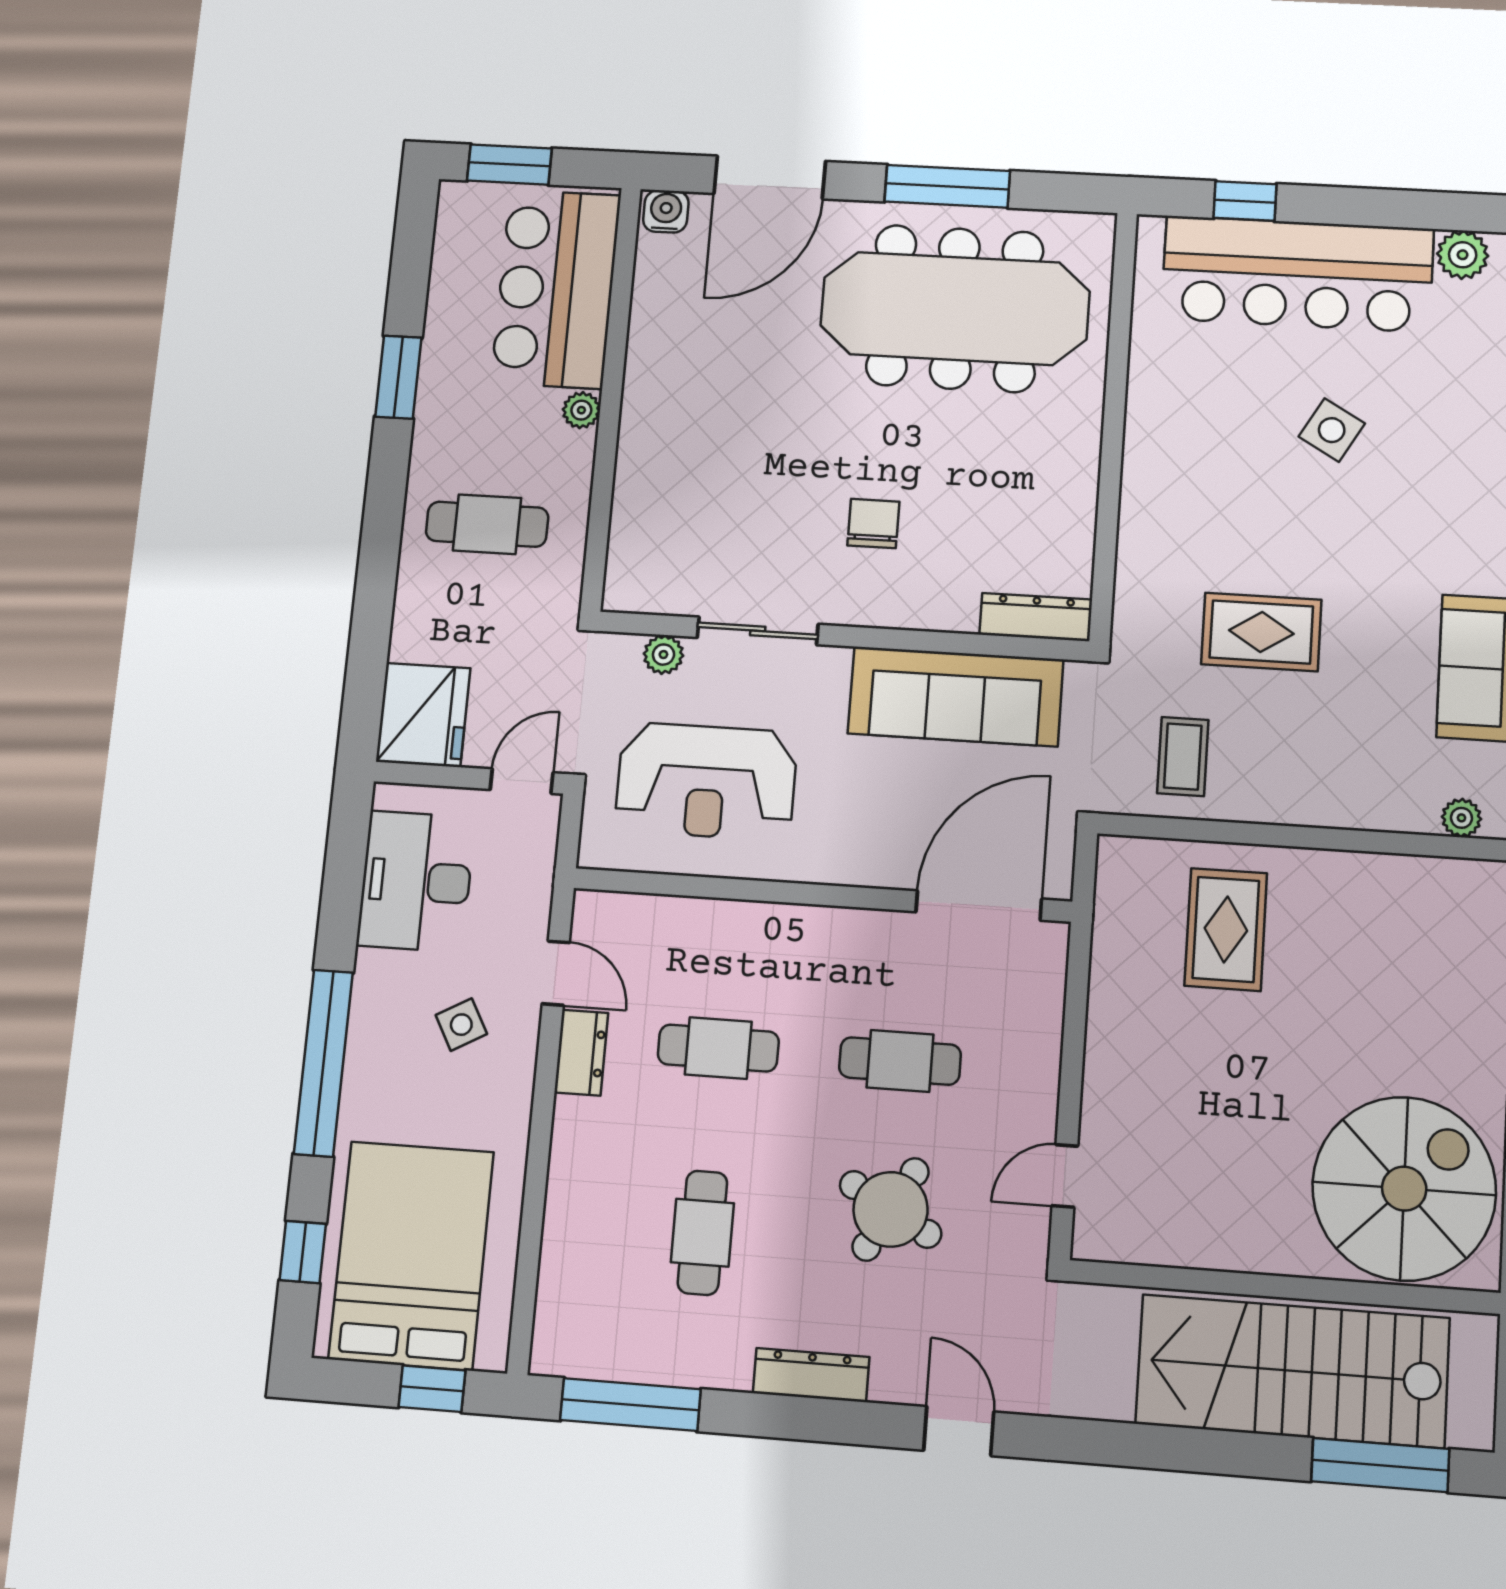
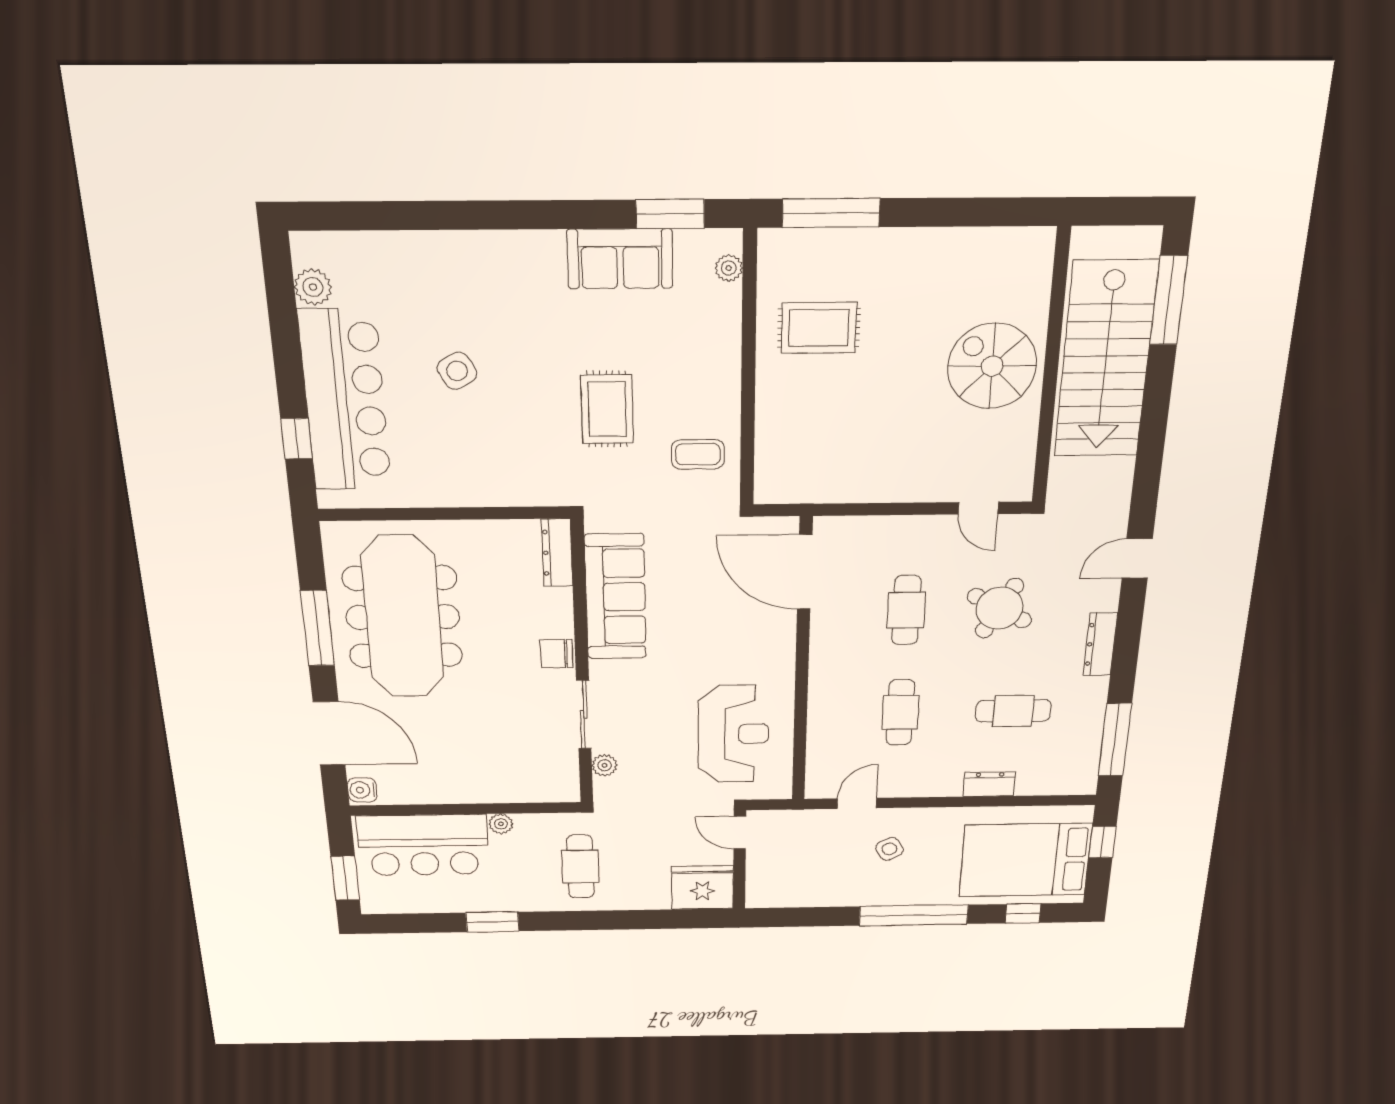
side table: (1332, 430) -> (457, 371), turned 31
dresser: (1036, 617) -> (557, 553), moved
sliding door: (758, 631) -> (584, 715), moved
wall: (843, 636) -> (582, 666), moved
plant: (663, 655) -> (605, 765), moved
sofa: (956, 696) -> (616, 597), moved
desk: (416, 881) -> (804, 881), removed
rug: (1226, 929) -> (819, 328), moved
dresser: (581, 1053) -> (989, 784), moved
spiral stairs: (1404, 1189) -> (992, 366), moved, width x0.73, depth x0.73

